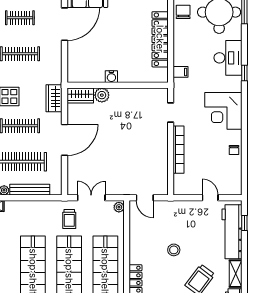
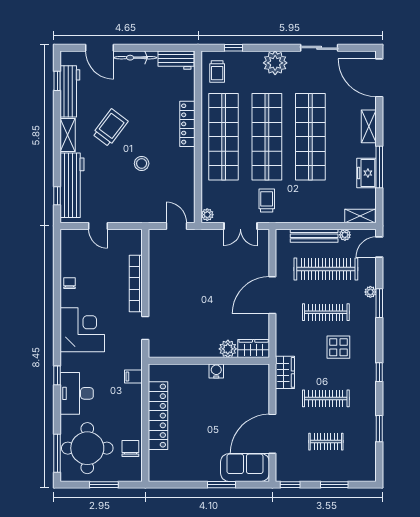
chair: (183, 12) -> (130, 448), turned 180
wardrobe: (54, 98) -> (285, 372), moved

